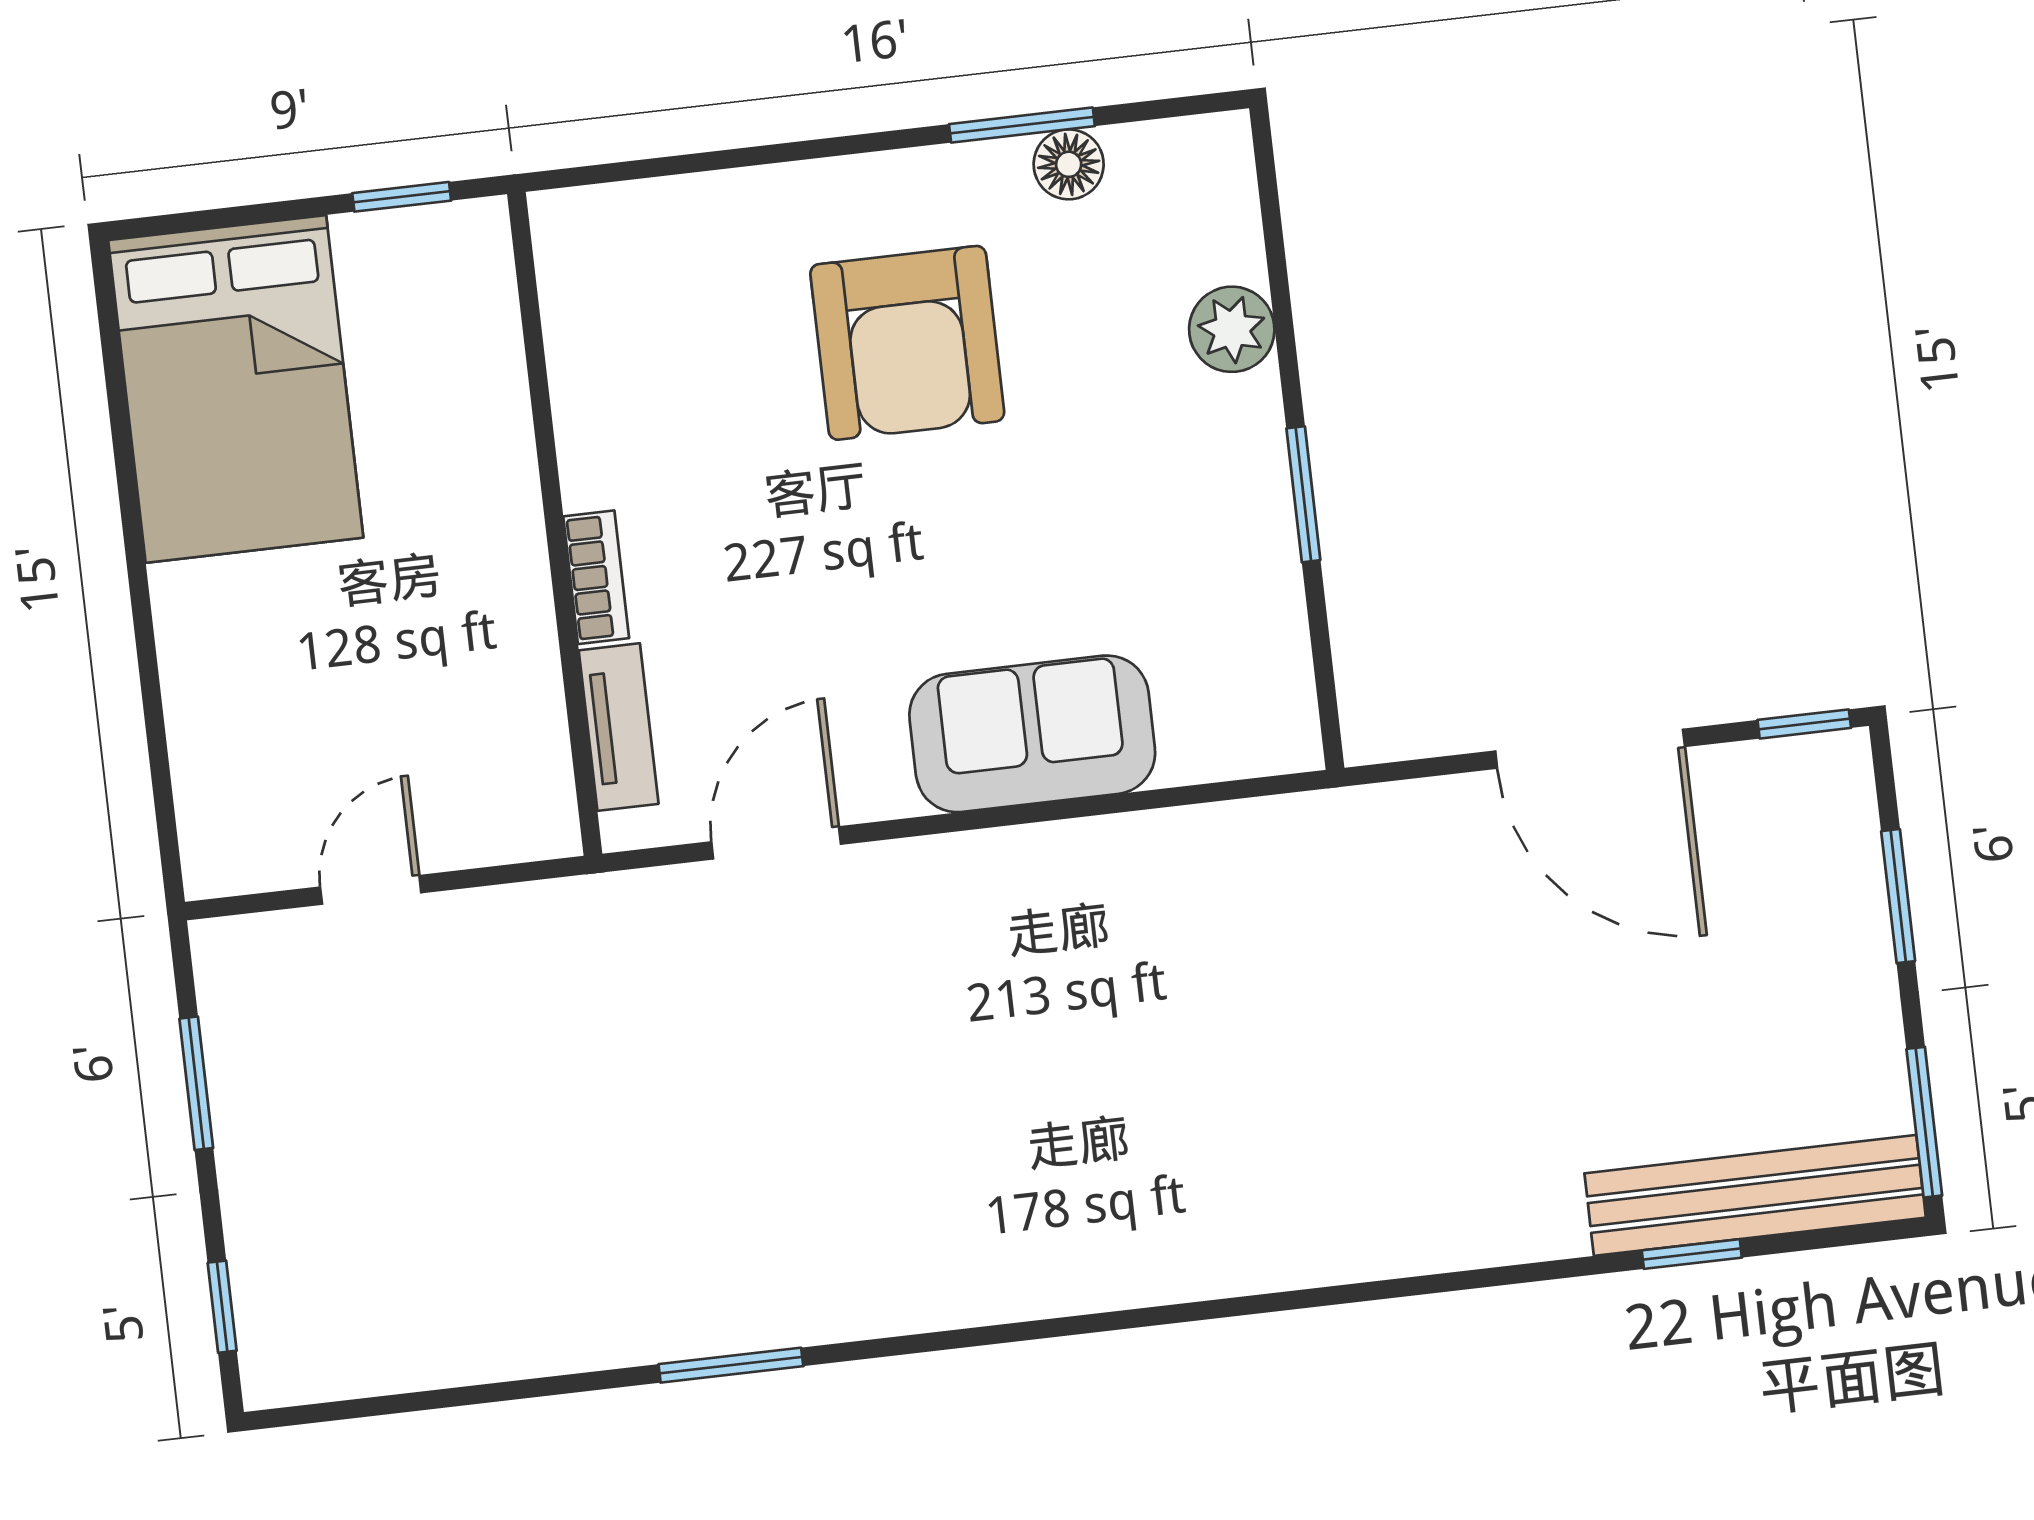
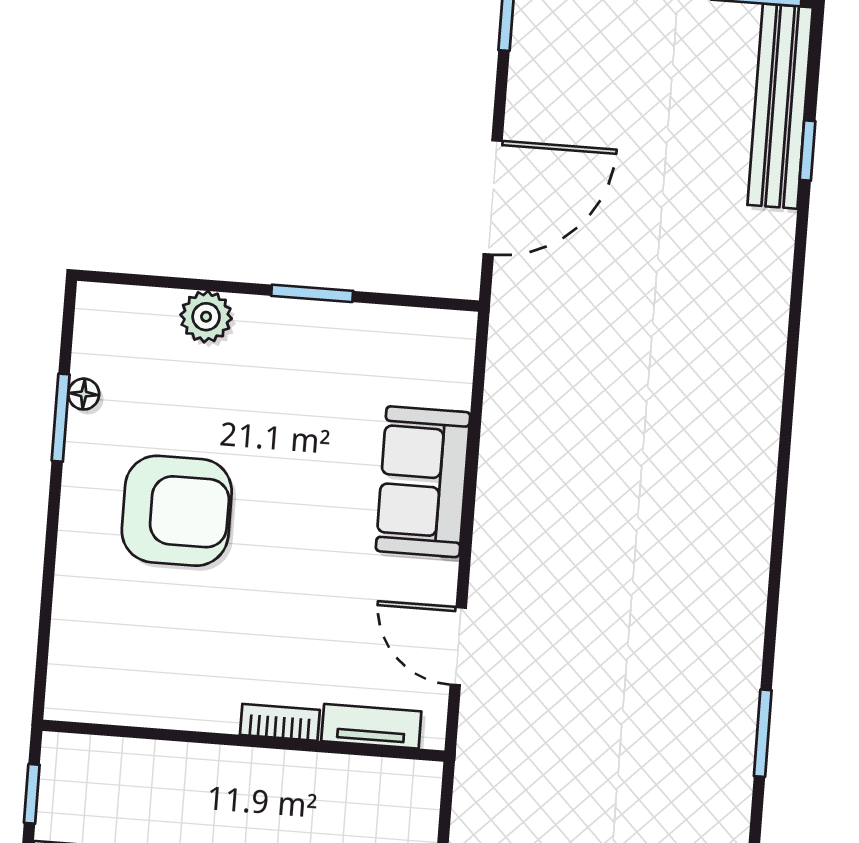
floor lamp: (1069, 164) -> (84, 394), width x0.73, depth x0.73
door: (1590, 749) -> (493, 197), moved

